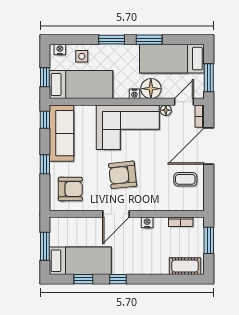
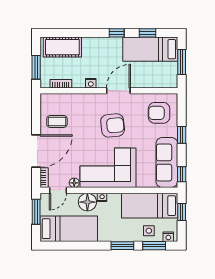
window: (149, 40) -> (154, 246), moved
cot: (185, 266) -> (62, 47), width x1.37, depth x1.34

